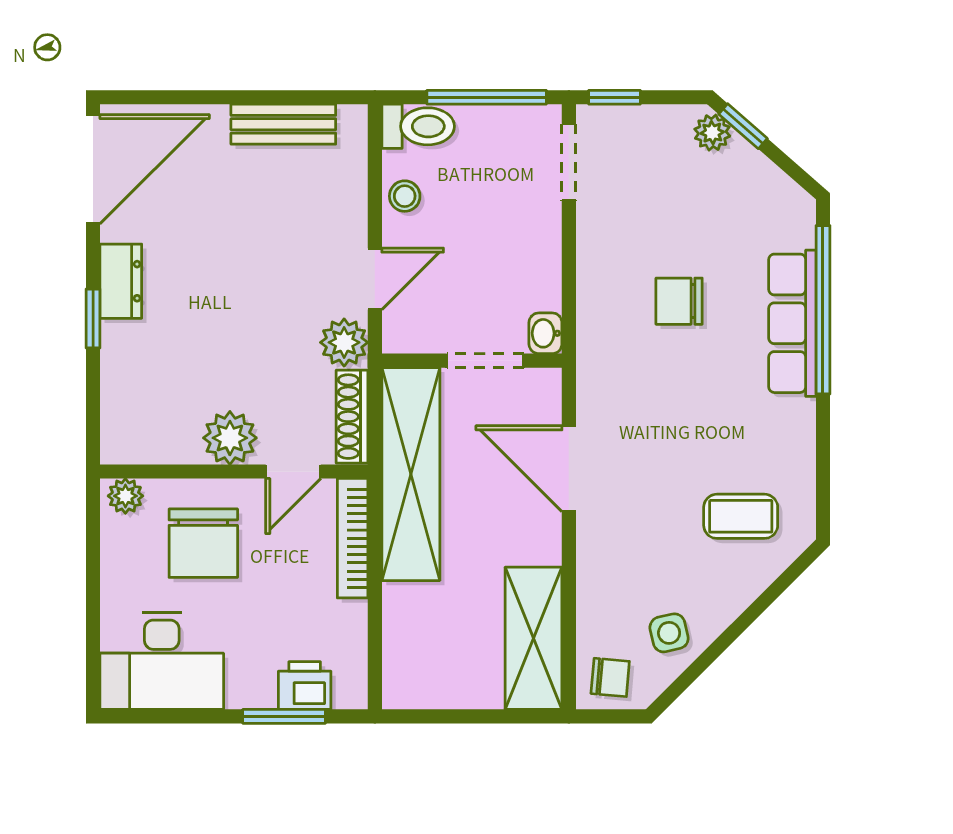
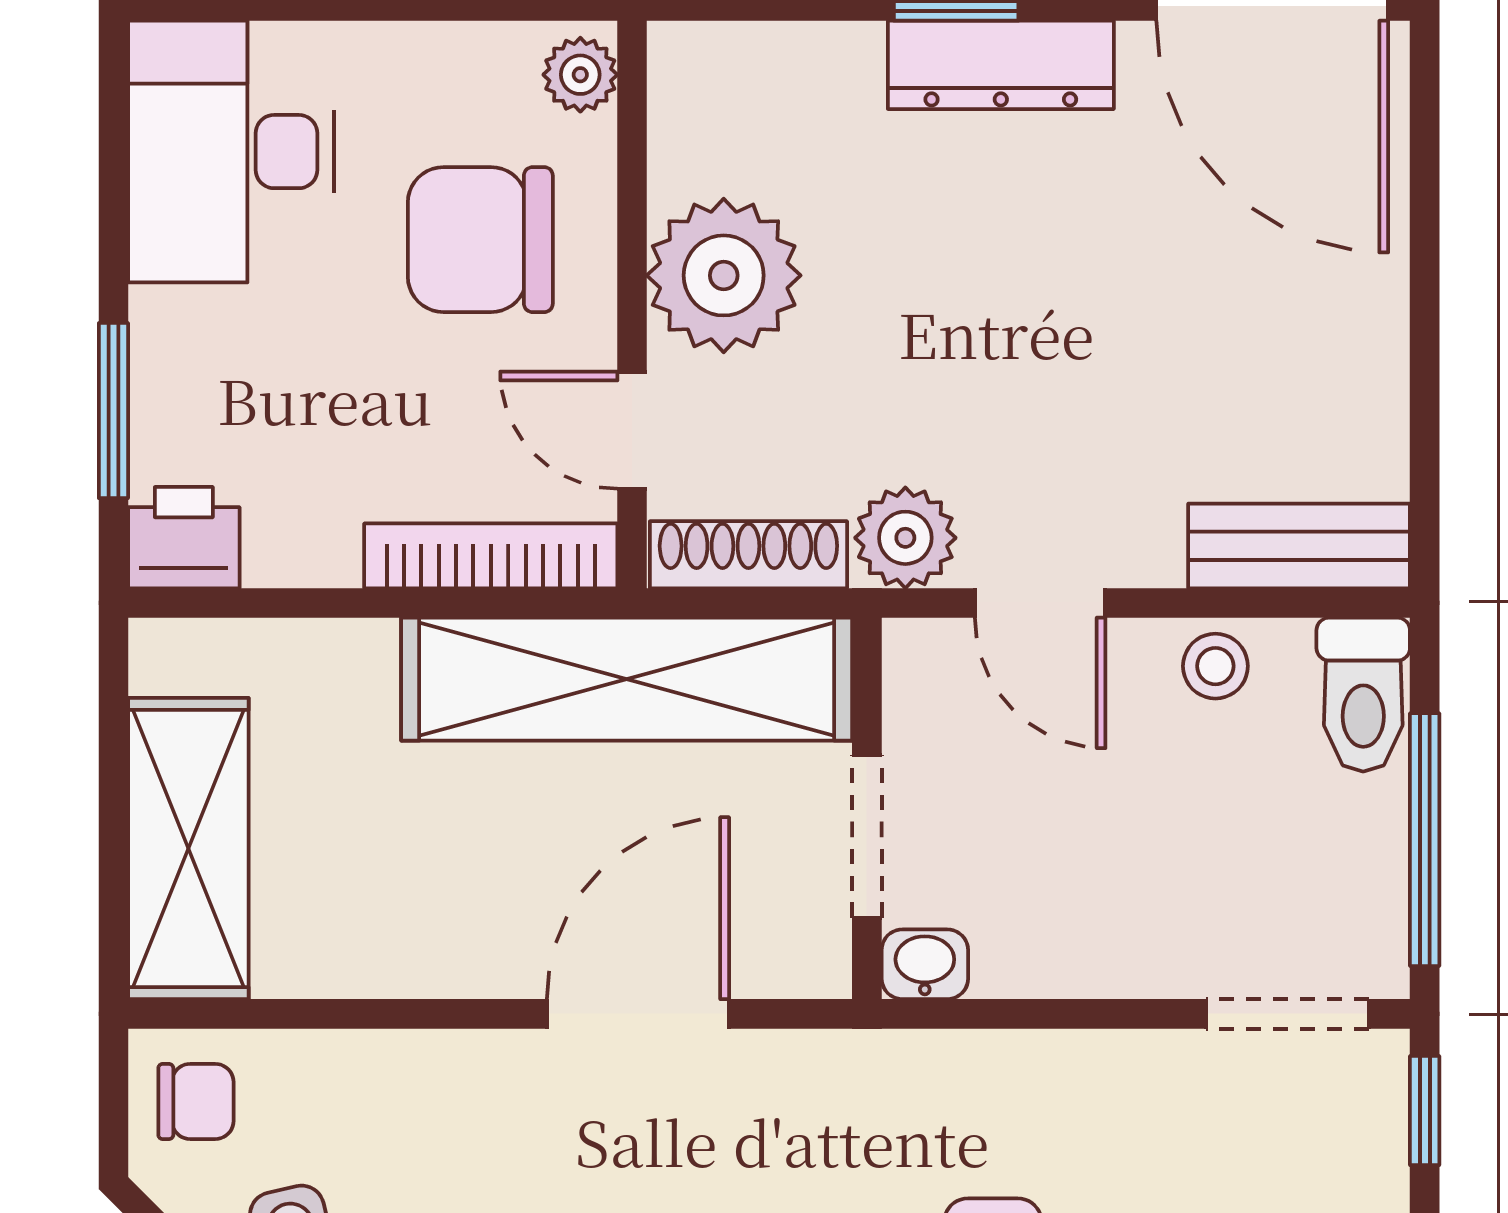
bench: (283, 124) -> (1299, 546), moved, turned 90
dresser: (121, 281) -> (1001, 65), width x1.44
plant: (230, 438) -> (724, 275), width x1.36, depth x1.36
shelving: (534, 638) -> (188, 849), moved, turned 90
chair: (610, 677) -> (196, 1101), turned -95
printer: (305, 686) -> (184, 538), moved, turned -90

